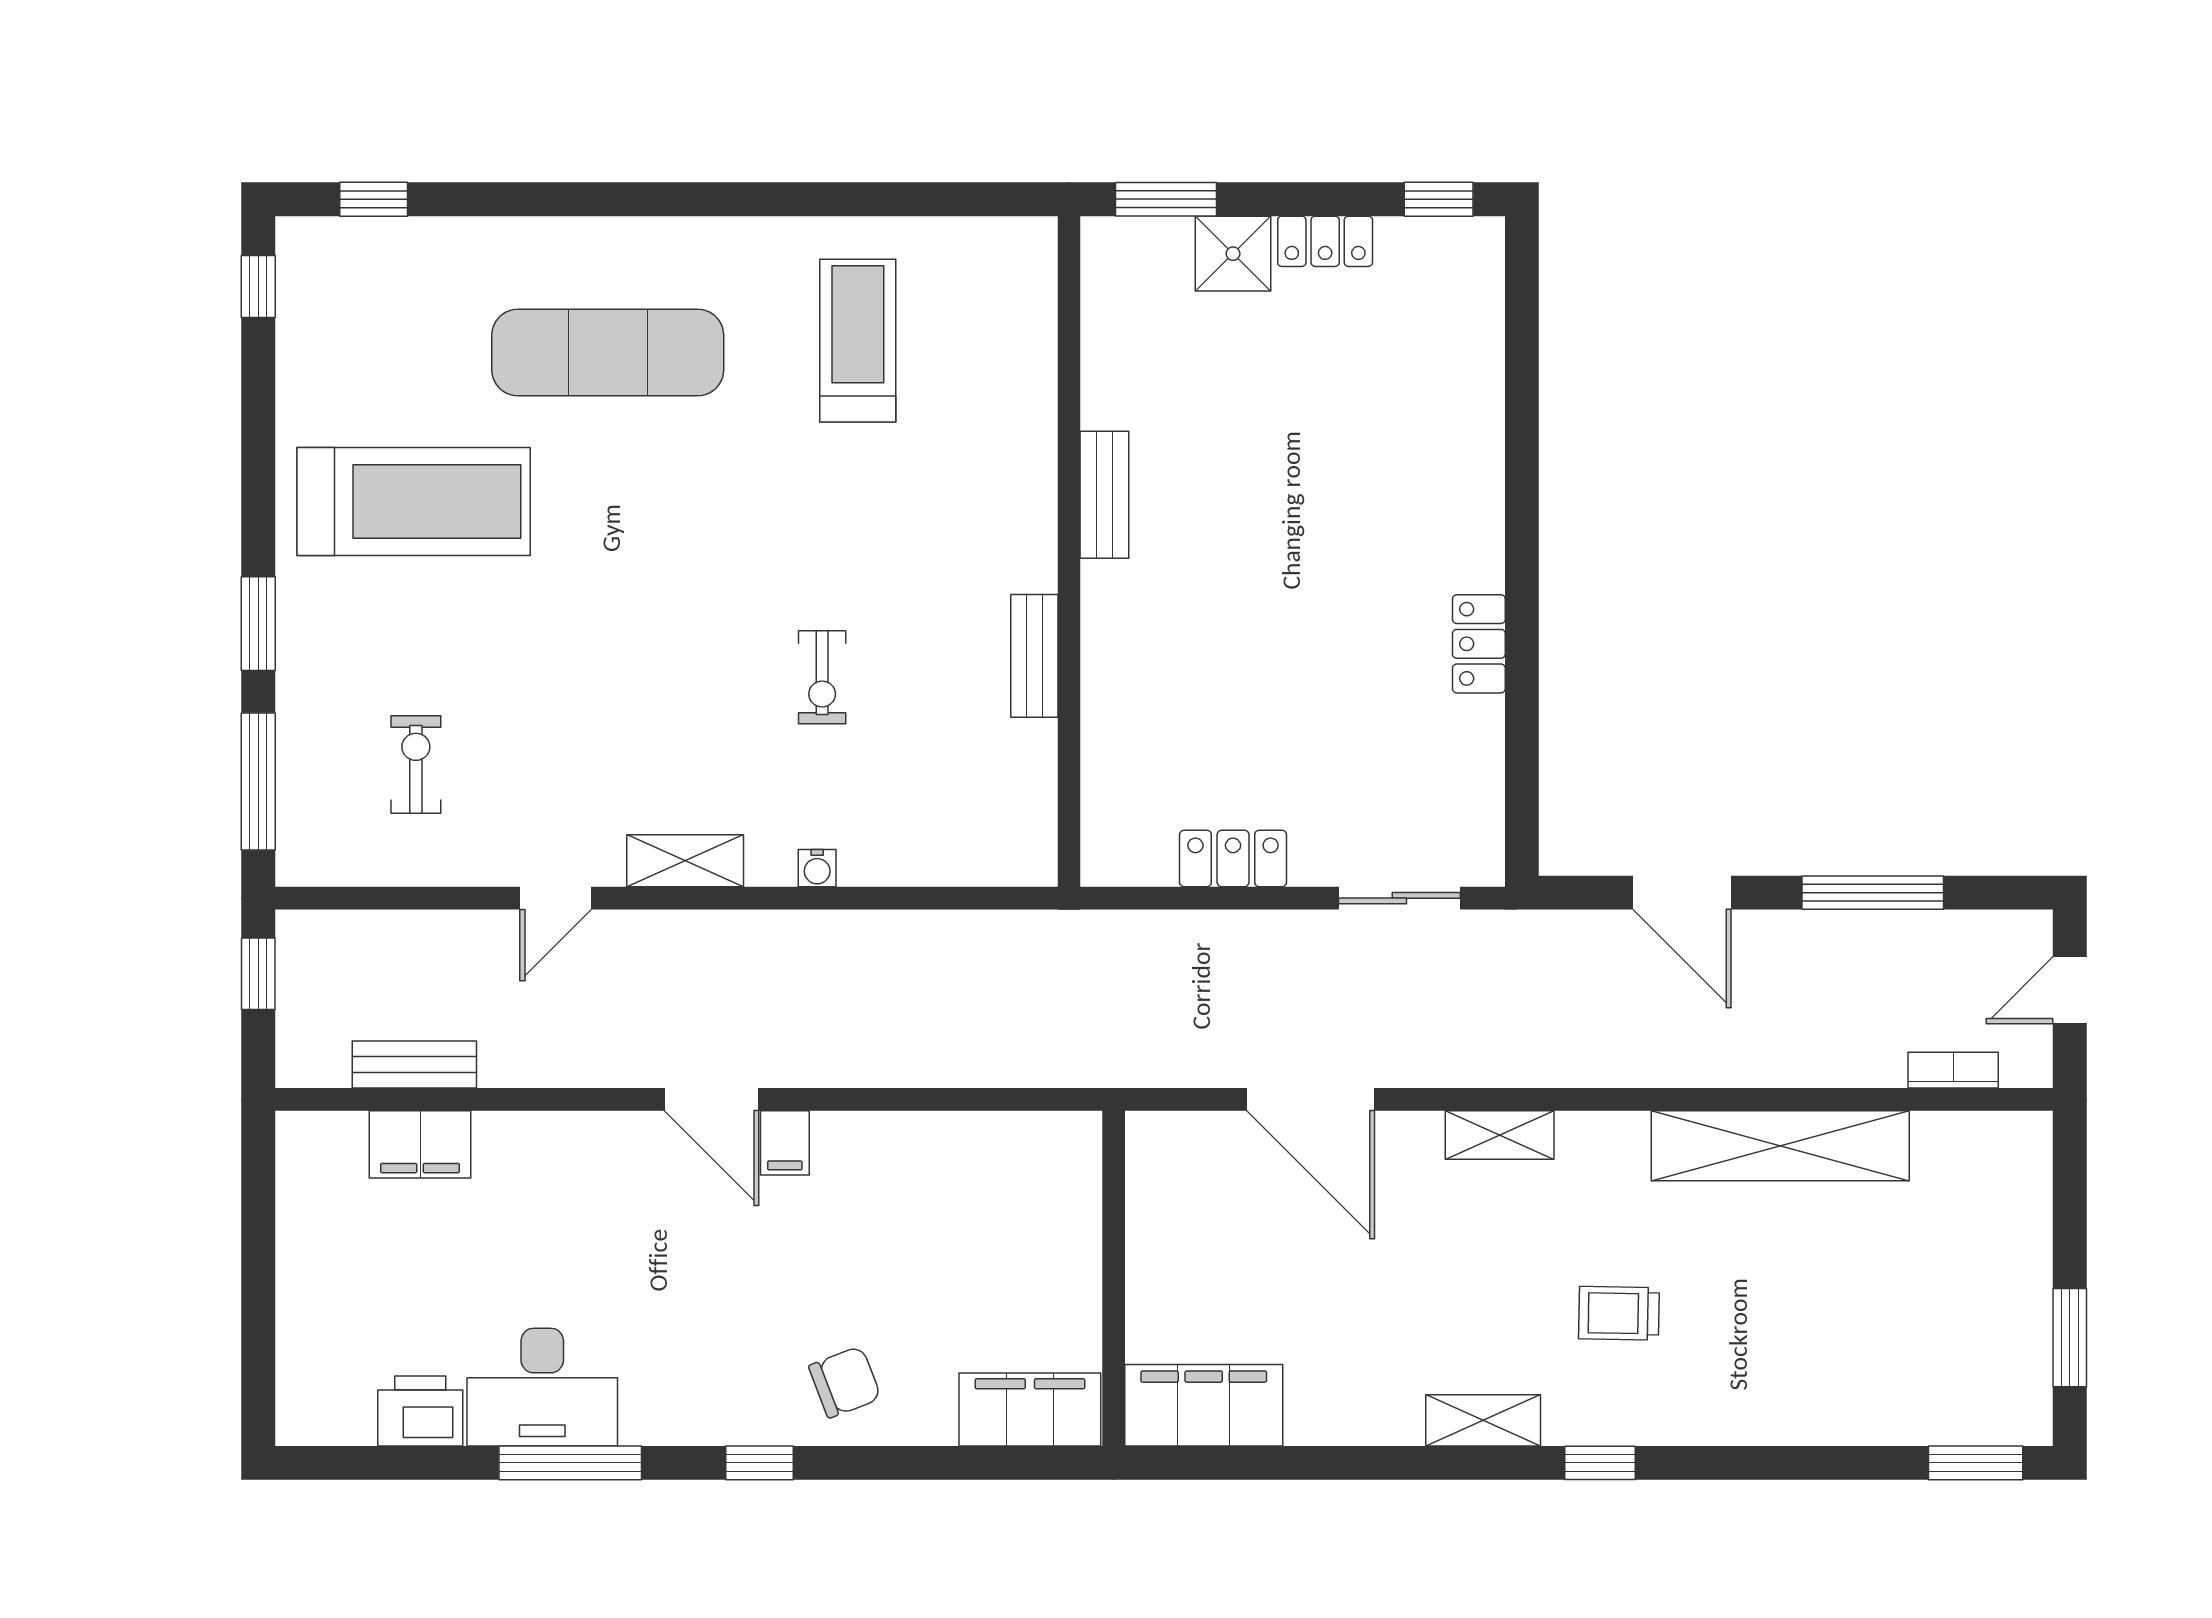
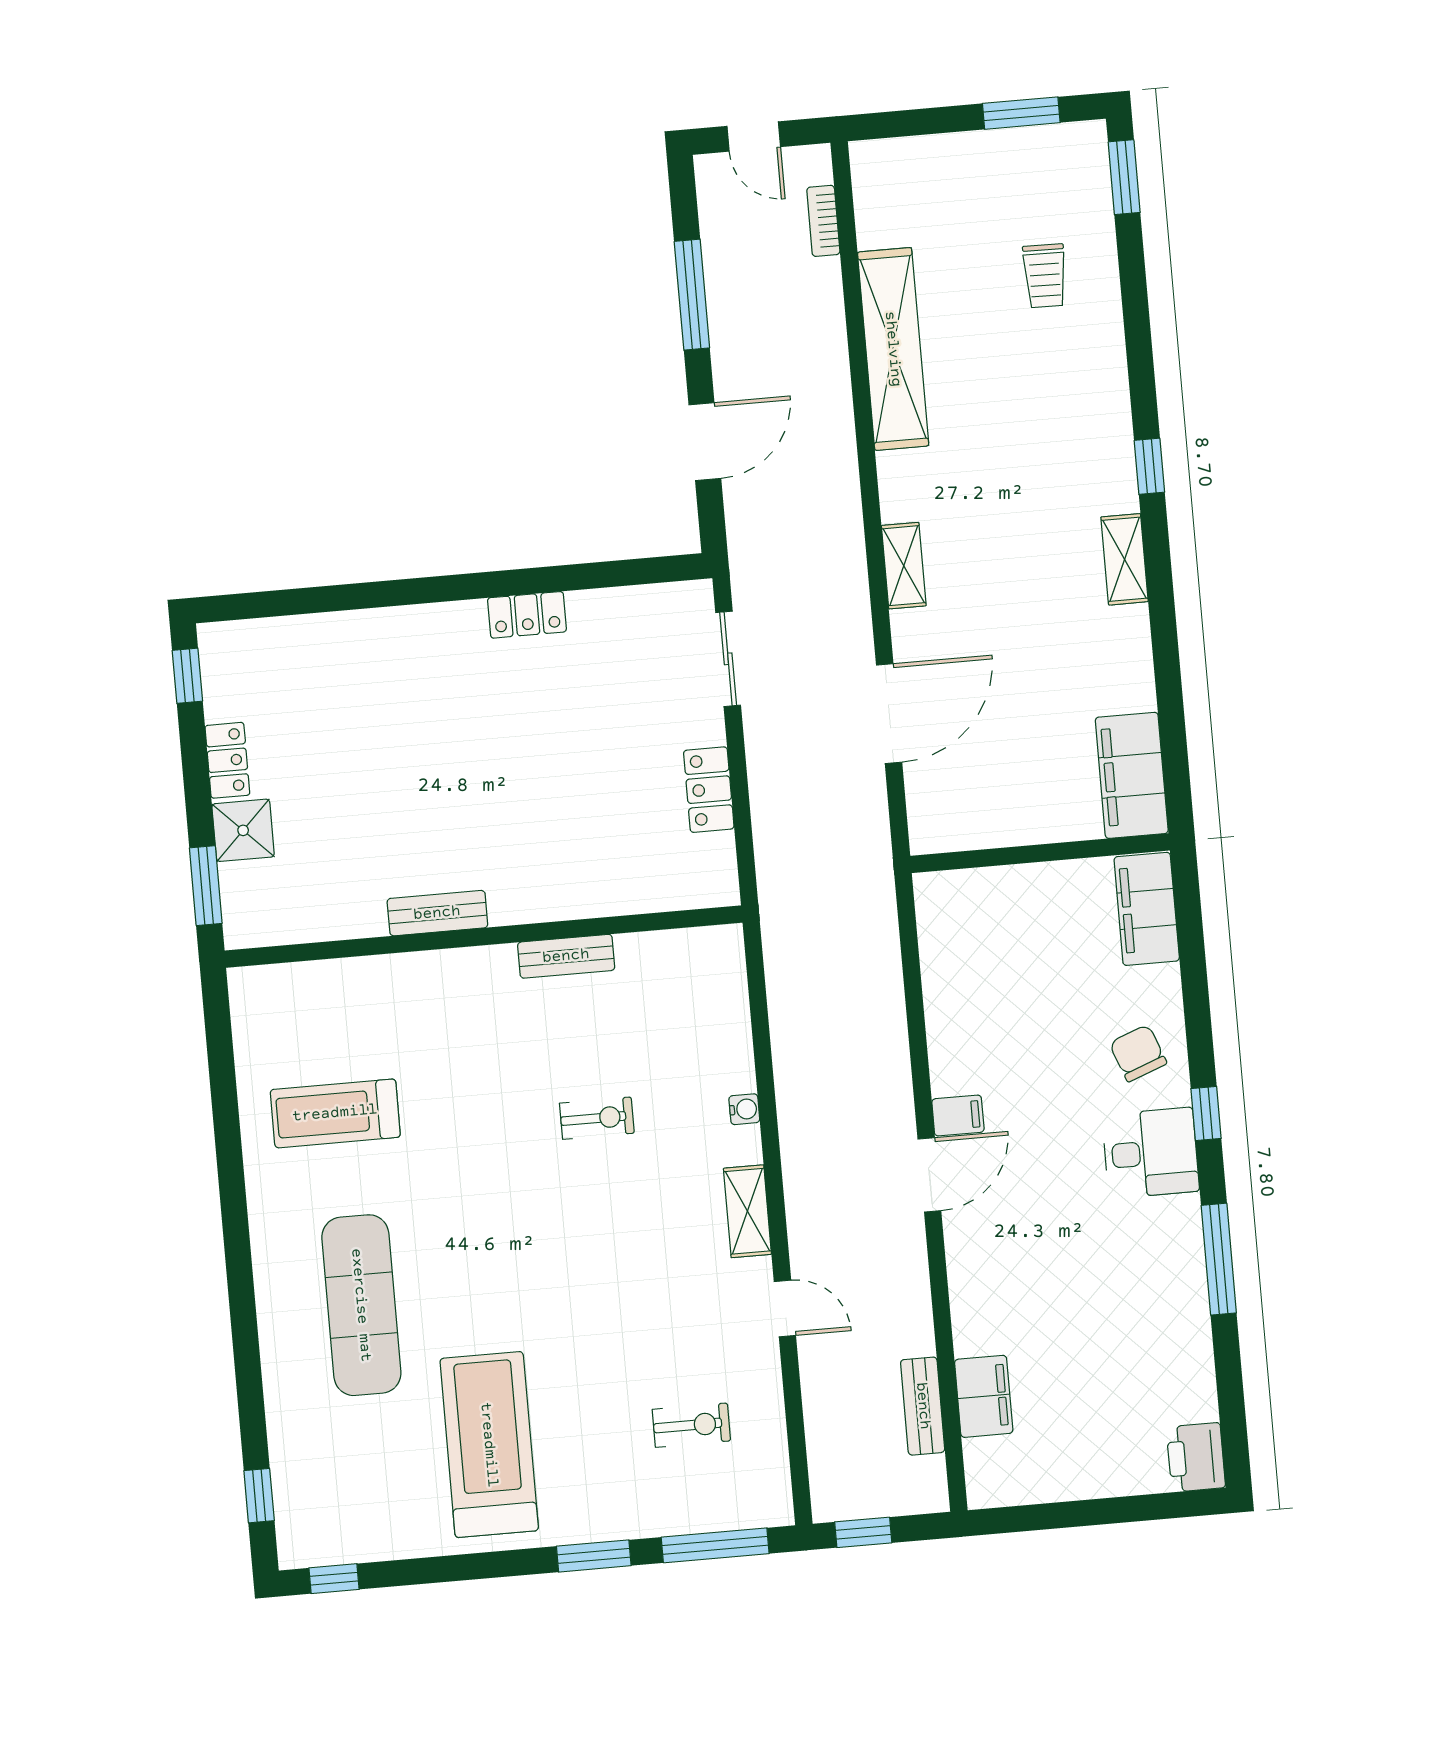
exercise bike: (416, 764) -> (691, 1425), turned 180
trolley: (1619, 1313) -> (1045, 276), moved
desk: (542, 1387) -> (1151, 1153), moved, width x0.73
printer: (420, 1411) -> (1196, 1457), moved

